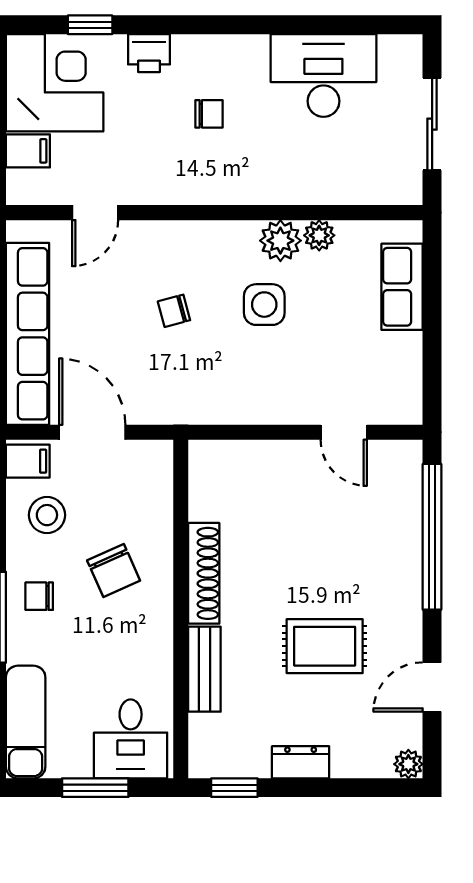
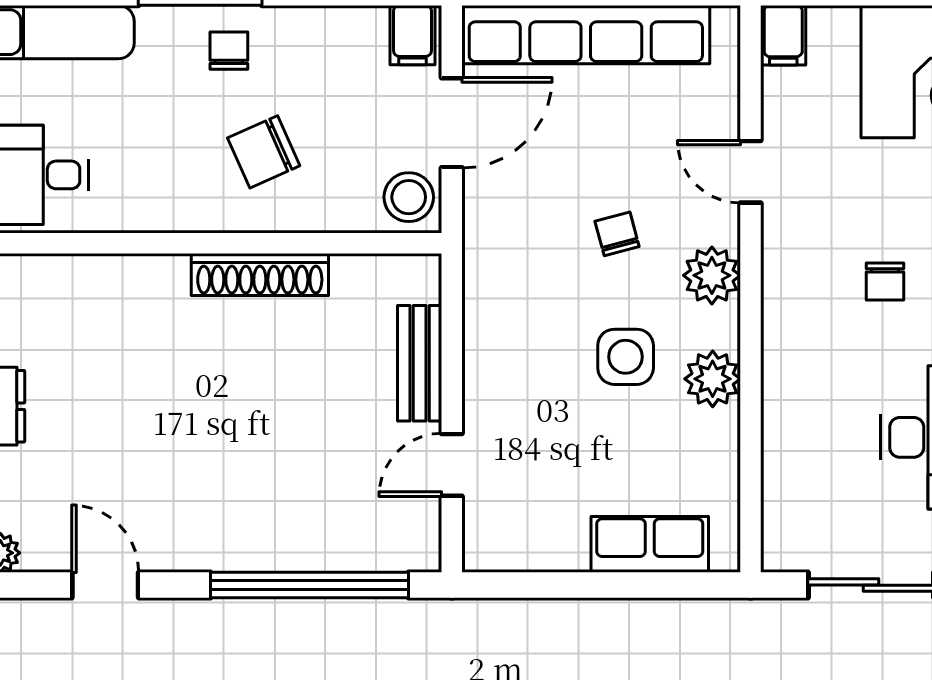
filing cabinet: (28, 151) -> (783, 35), moved
door: (95, 213) -> (751, 172), moved
plant: (319, 235) -> (712, 275), moved, width x1.38, depth x1.38
stool: (47, 515) -> (409, 197), moved
rug: (325, 646) -> (161, 439), removed
bench: (204, 669) -> (420, 363), moved, turned 90

